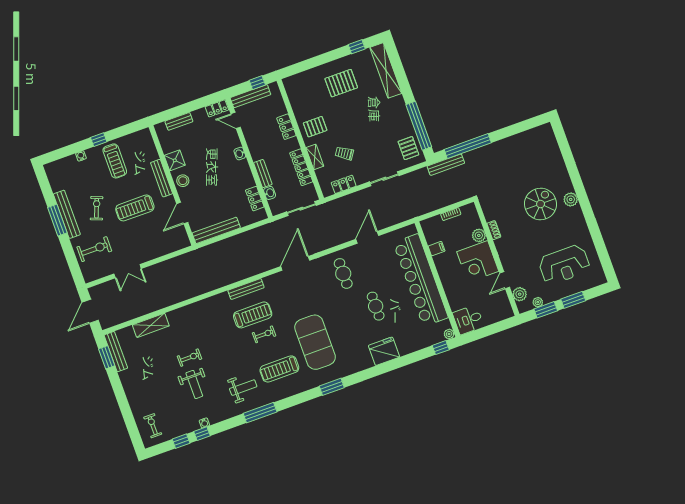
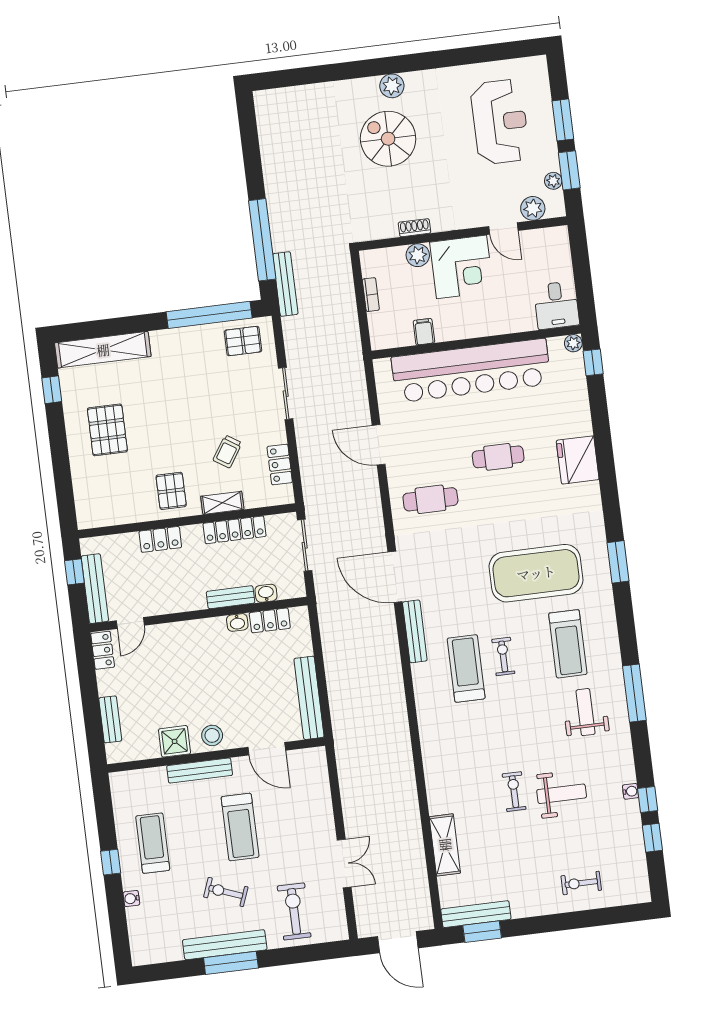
washbasin: (240, 154) -> (237, 622), moved
treadmill: (115, 161) -> (153, 843), turned -90
bench: (246, 289) -> (415, 631), moved
exercise bike: (153, 426) -> (581, 883), moved

